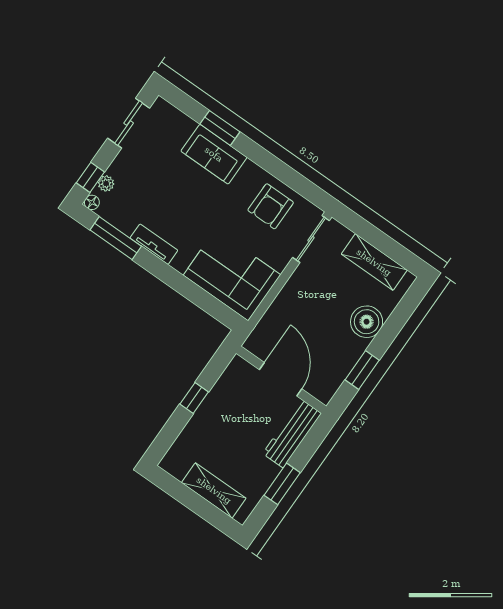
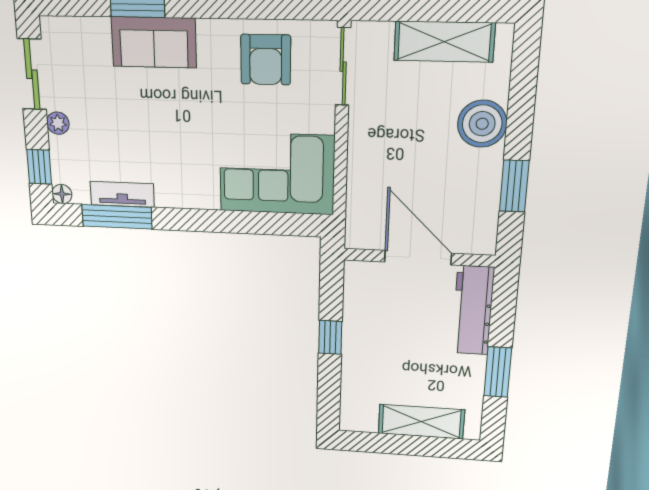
plant: (106, 183) -> (58, 123), moved
tv unit: (154, 244) -> (122, 194), moved

